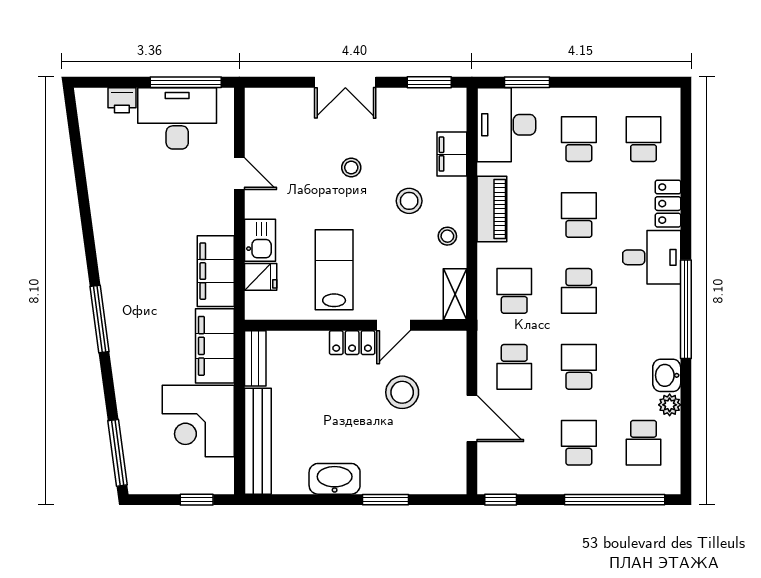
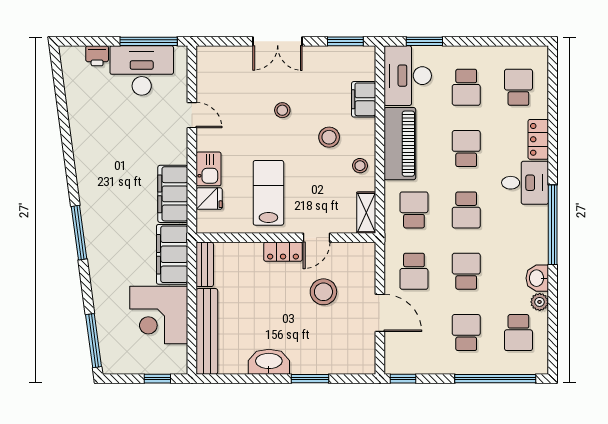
school desk: (579, 139) -> (466, 87), turned 180
piano: (492, 209) -> (400, 144), width x1.37, depth x1.33

